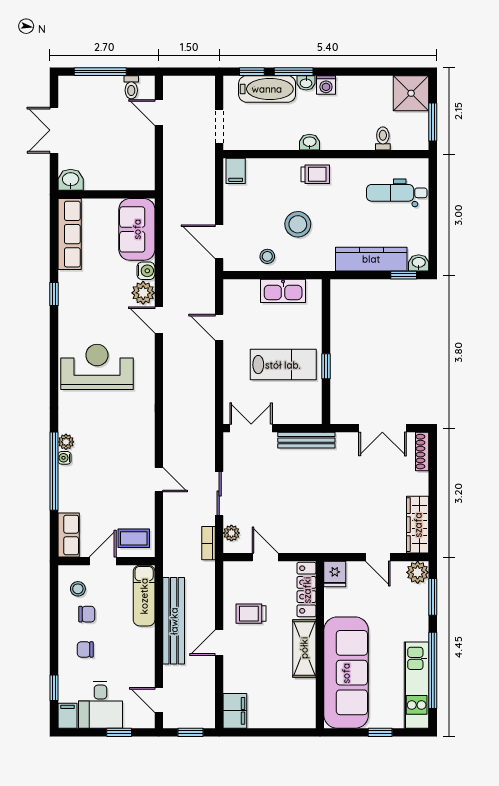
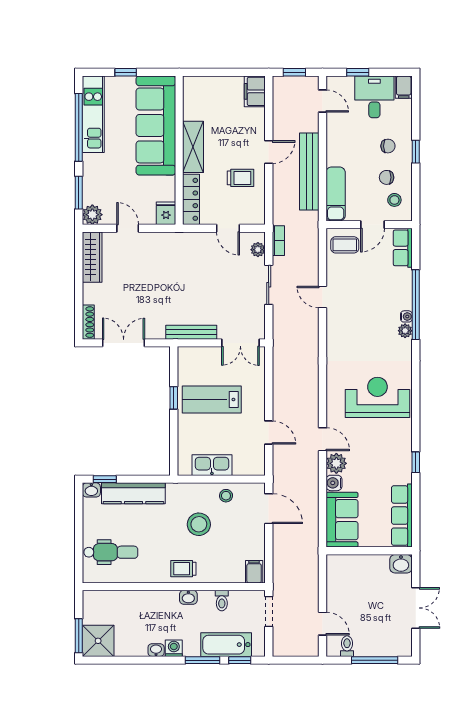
washbasin: (306, 83) -> (156, 650), moved
window: (433, 122) -> (79, 636), moved
toilet: (383, 138) -> (222, 601), moved
reception desk: (97, 367) -> (377, 397), turned 180
window: (54, 688) -> (416, 152), moved

